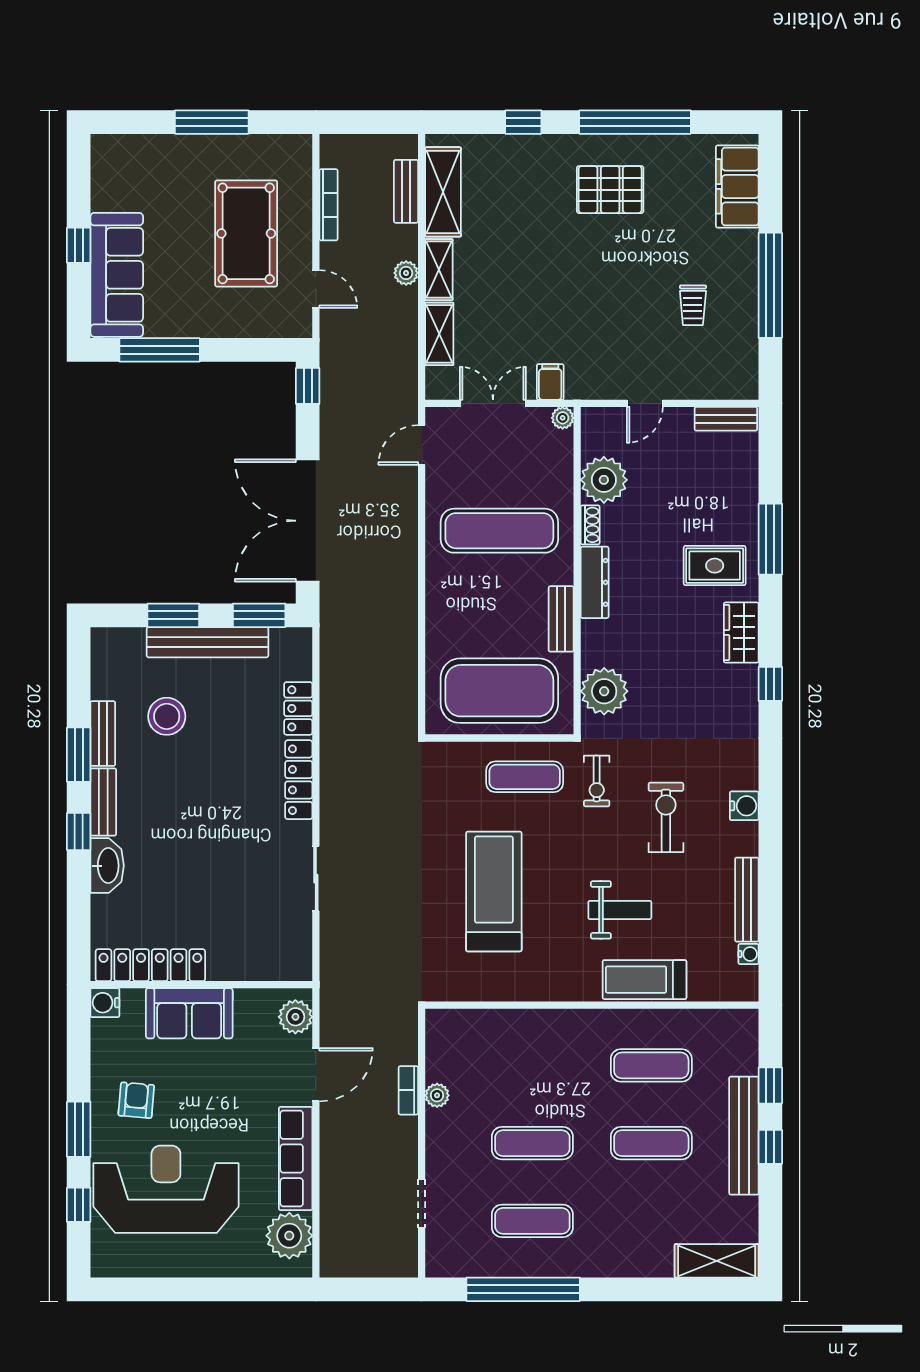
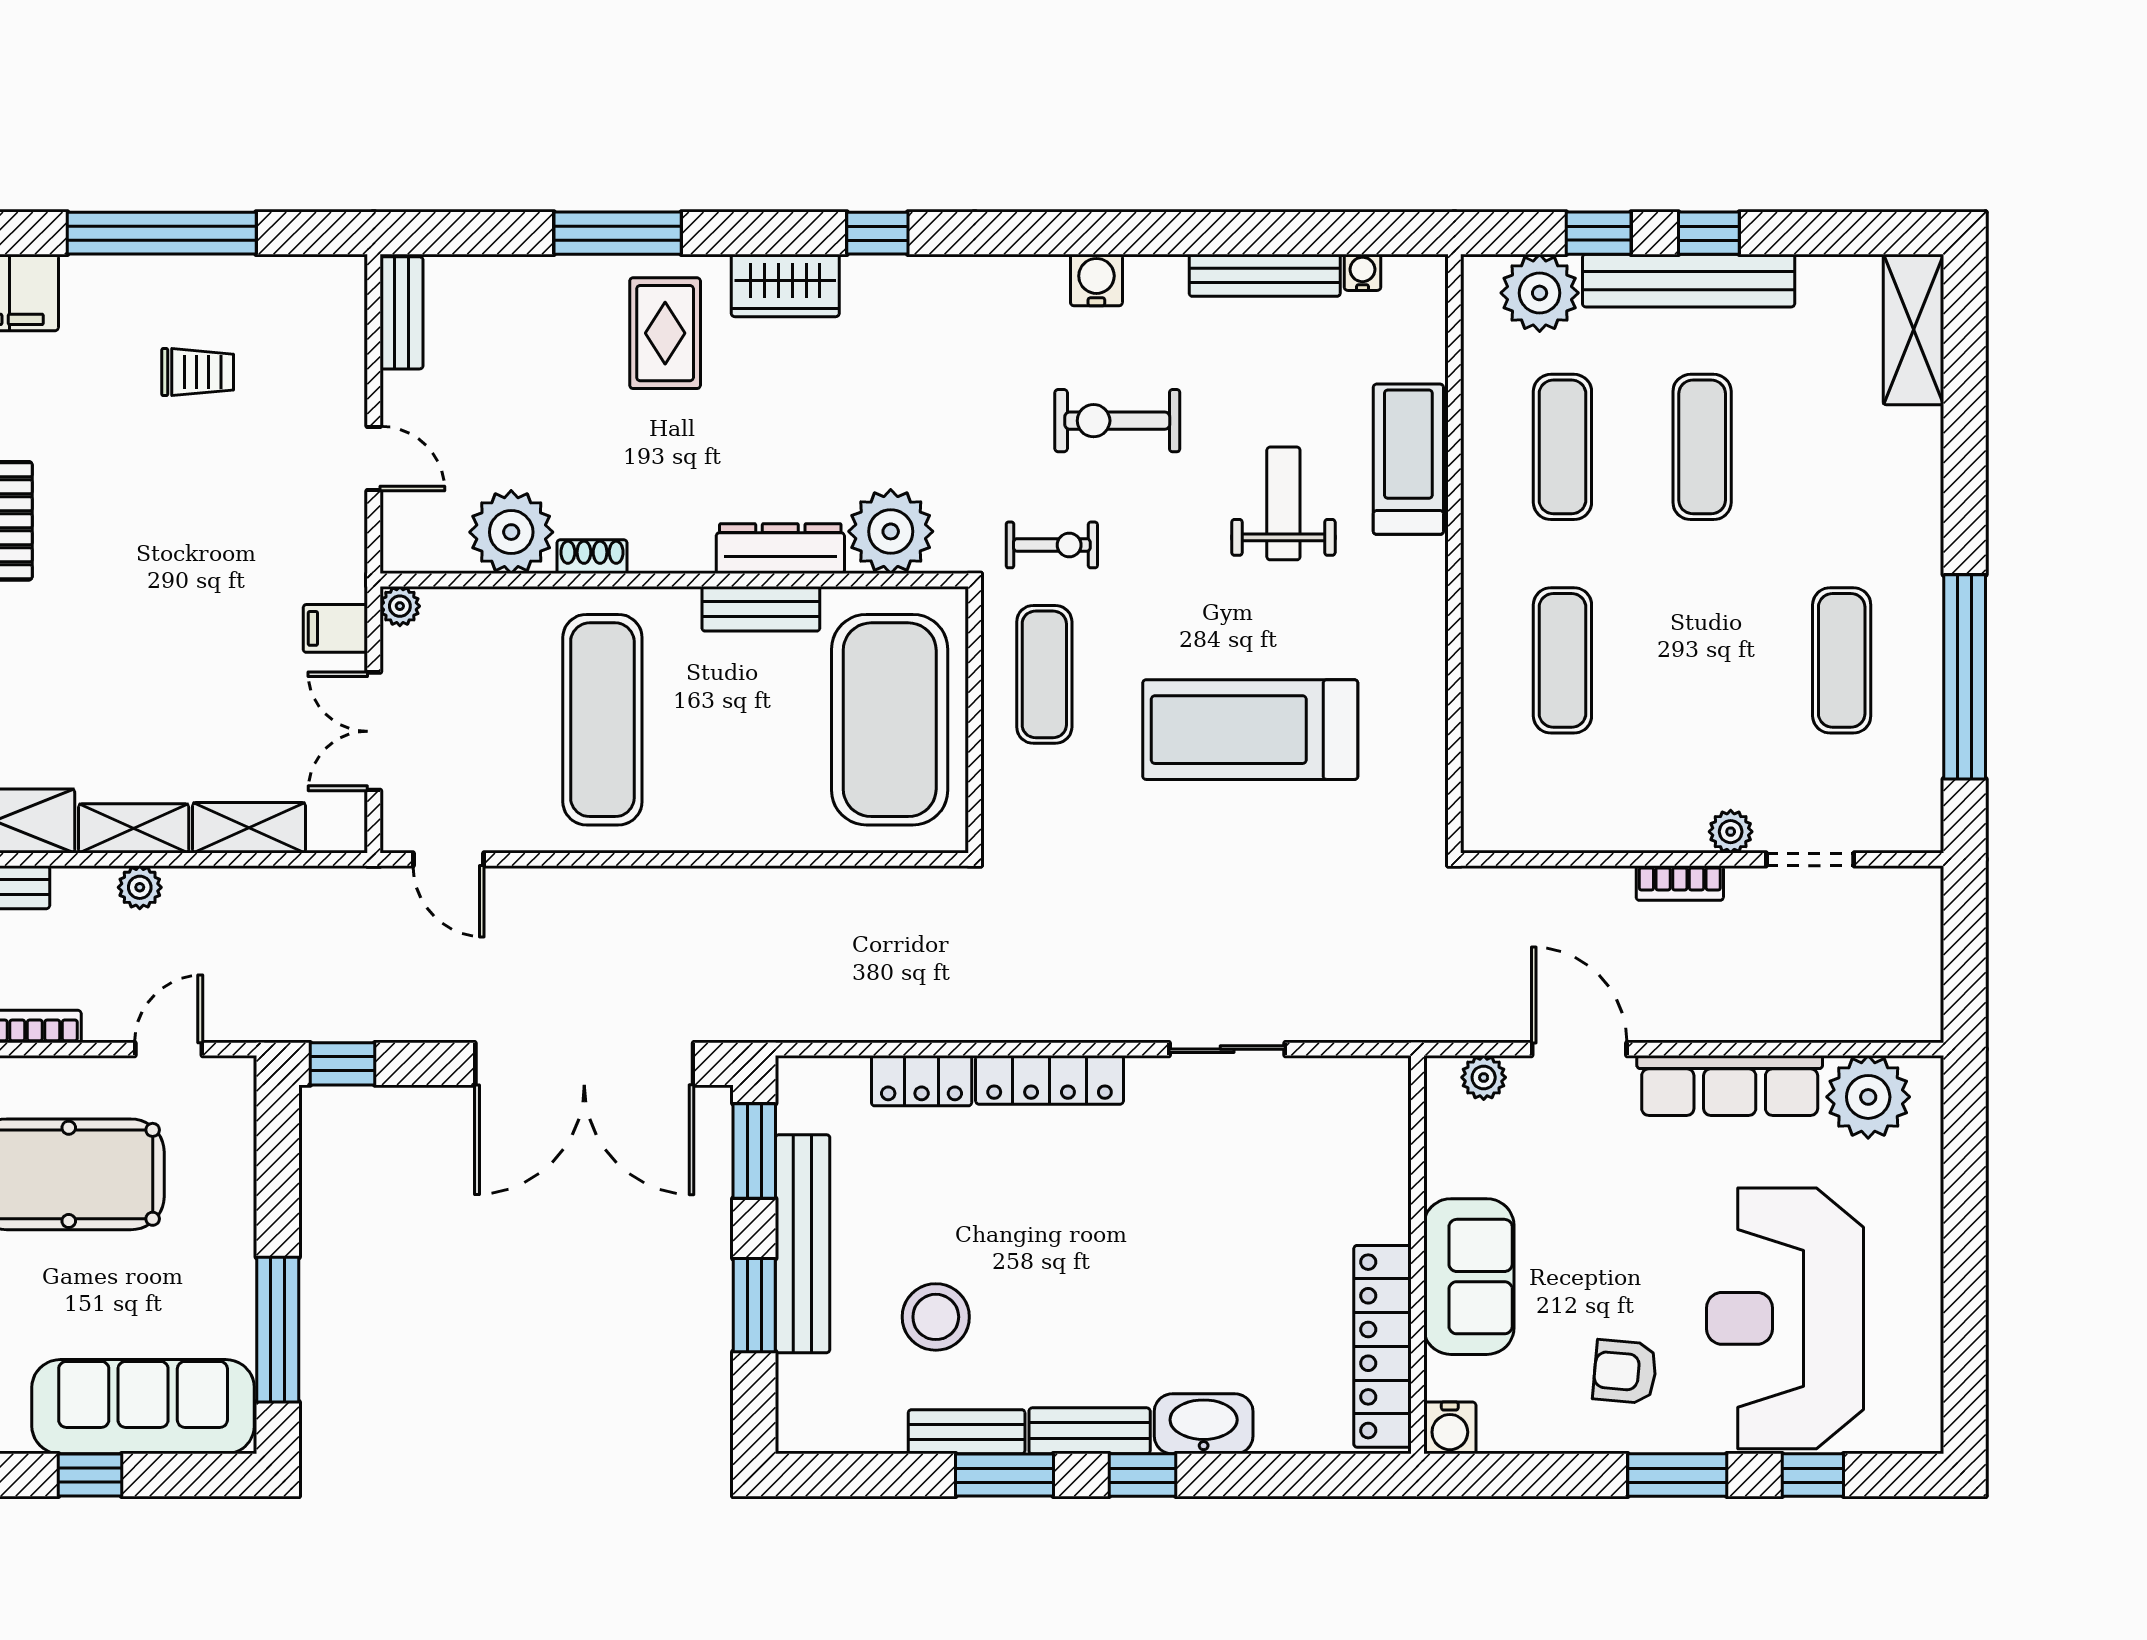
dresser: (595, 582) -> (780, 549), moved
treadmill: (644, 980) -> (1408, 459), turned 180
plant: (295, 1017) -> (1484, 1077), width x0.73, depth x0.73
plant: (737, 1053) -> (1540, 293), added
bookcase: (408, 1090) -> (1680, 883), moved
plant: (437, 1095) -> (1731, 832), moved
exercise mat: (532, 1143) -> (1562, 660), moved

